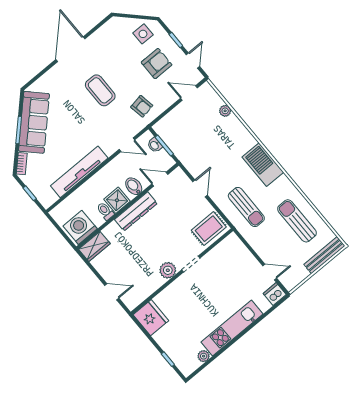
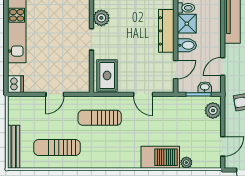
plant: (167, 124) -> (213, 110), added
barbecue: (263, 165) -> (160, 157), moved
sun lounger: (297, 221) -> (57, 147), turned 180
door: (270, 272) -> (55, 94), moved

